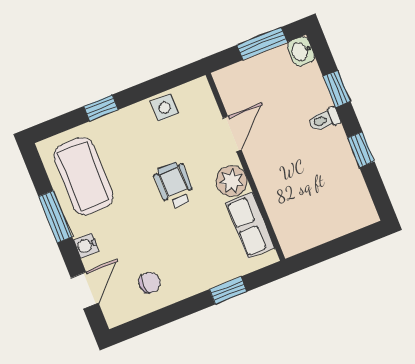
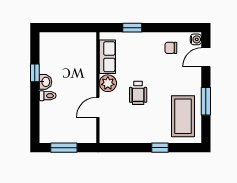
washbasin: (301, 51) -> (45, 82), moved
window: (337, 89) -> (35, 109), removed
side table: (165, 107) -> (127, 135), removed
water cooler: (86, 246) -> (196, 39), moved

